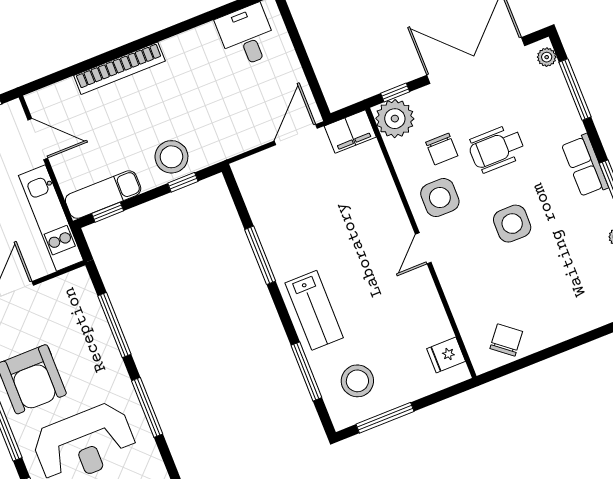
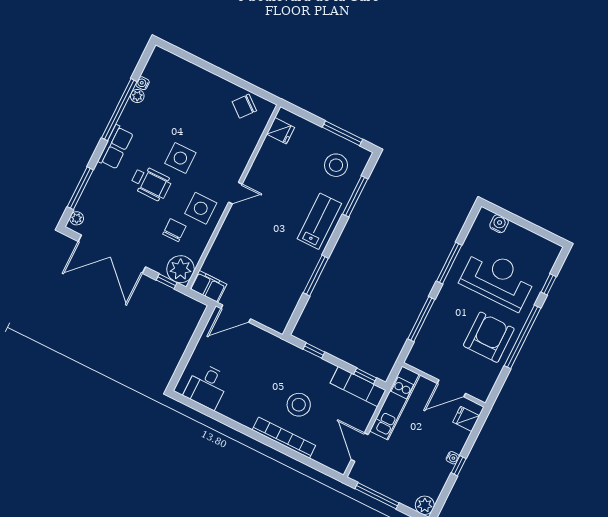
wheelchair: (496, 149) -> (151, 183), moved
stool: (171, 157) -> (299, 405), moved

